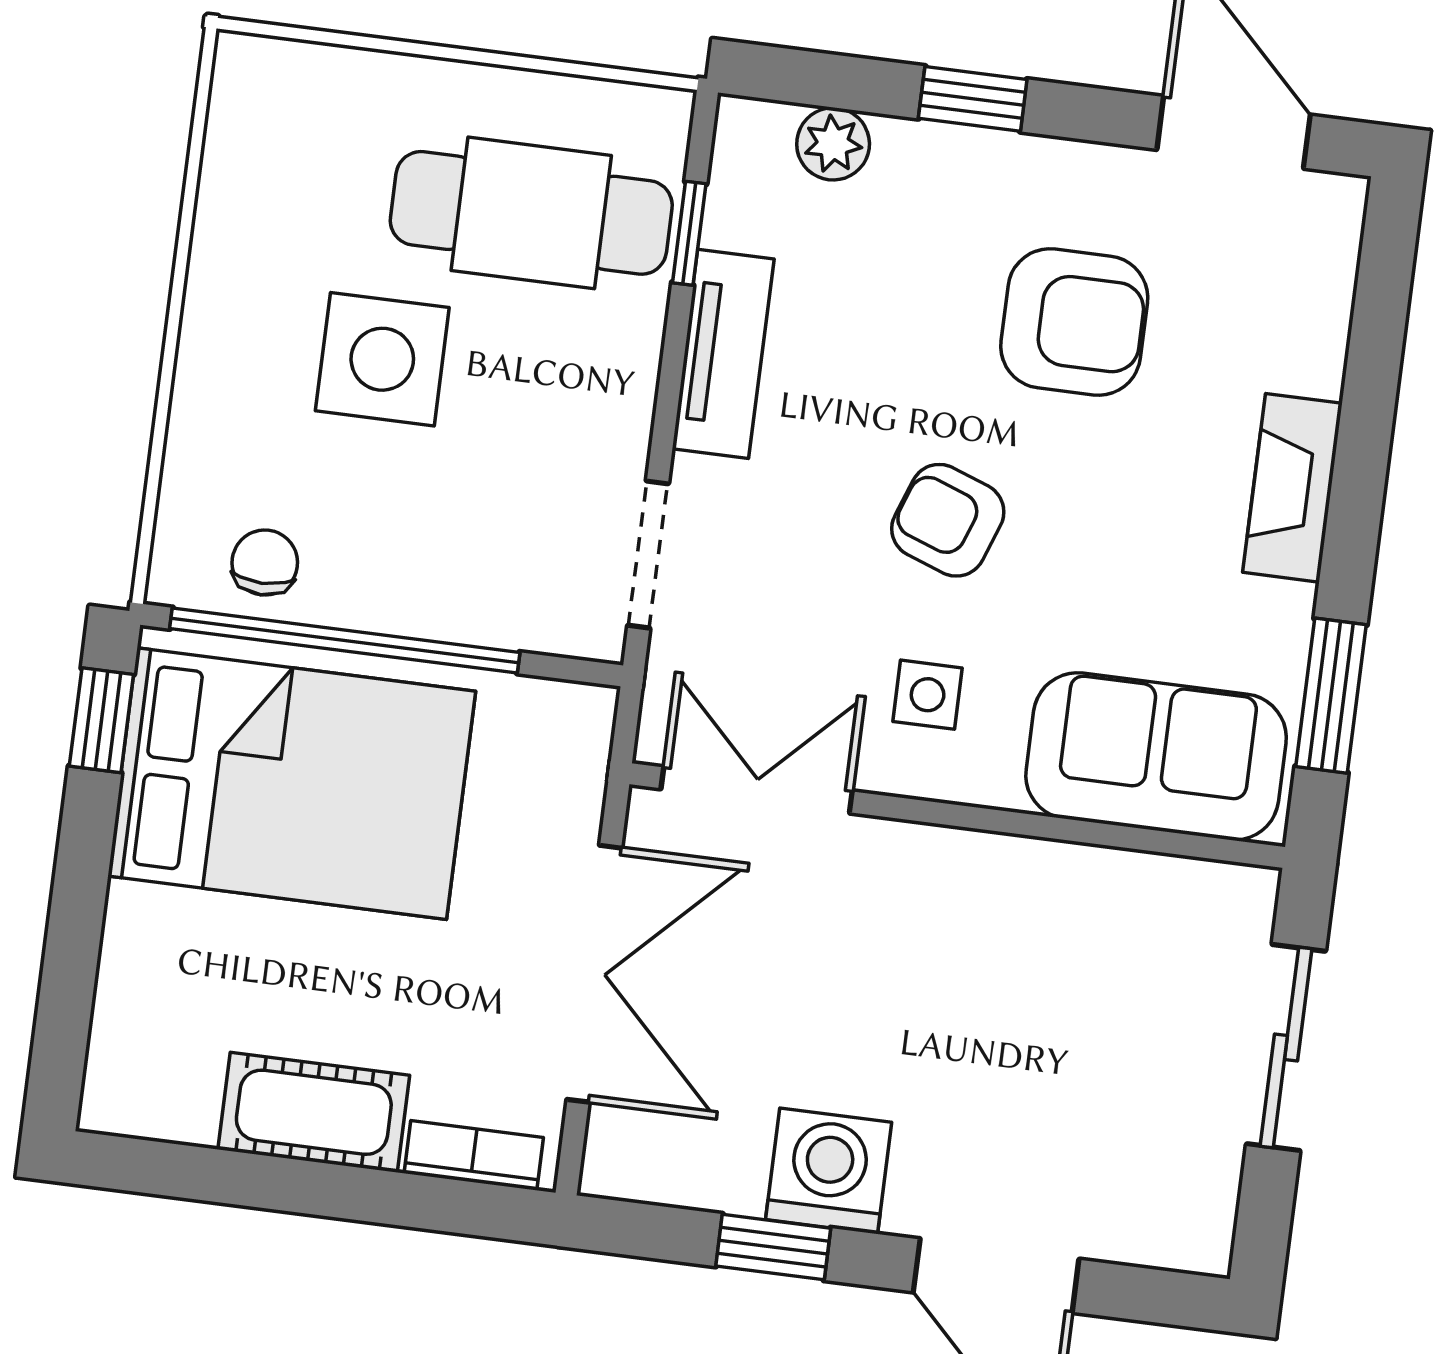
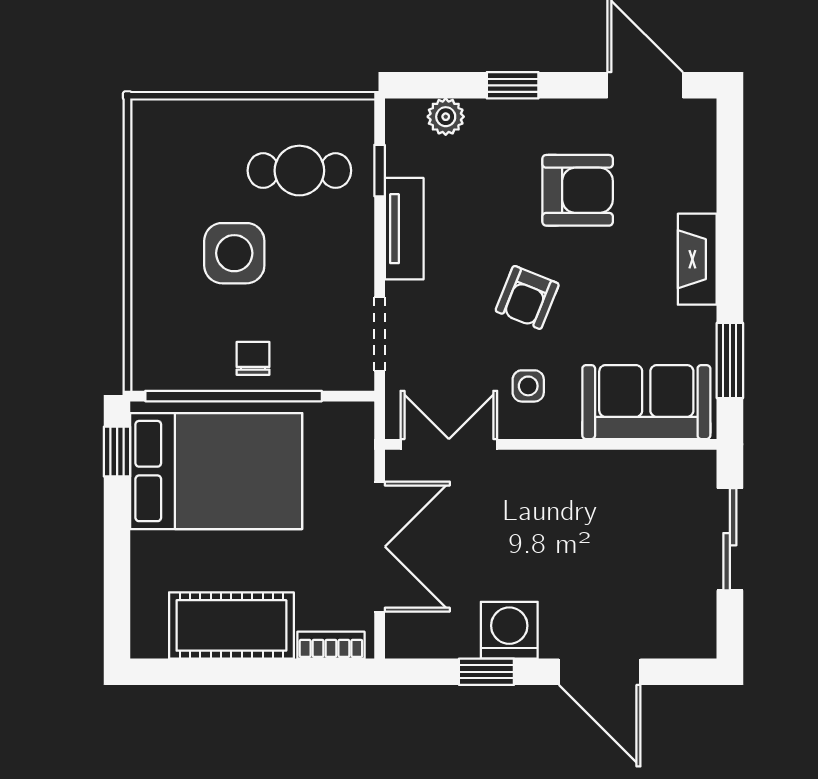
cafe table: (531, 213) -> (299, 171), width x0.73, depth x0.74
armchair: (948, 520) -> (527, 297), turned -88
chair: (265, 563) -> (253, 358), moved
cot: (314, 1112) -> (231, 625), width x1.37, depth x1.34

